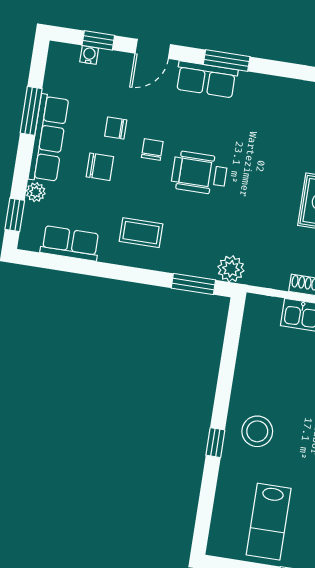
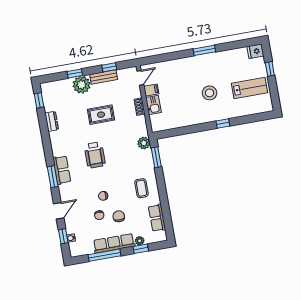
door: (153, 49) -> (59, 211), hinge flipped
row of seats: (206, 79) -> (62, 170), moved
window: (31, 111) -> (105, 255), width x1.44
wheelchair: (199, 173) -> (95, 155), moved
window: (15, 215) -> (141, 249), moved
stool: (257, 431) -> (210, 93), moved

